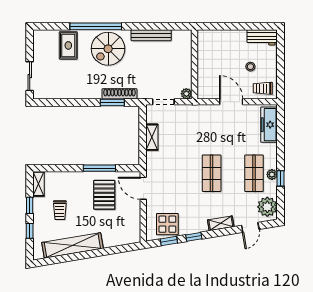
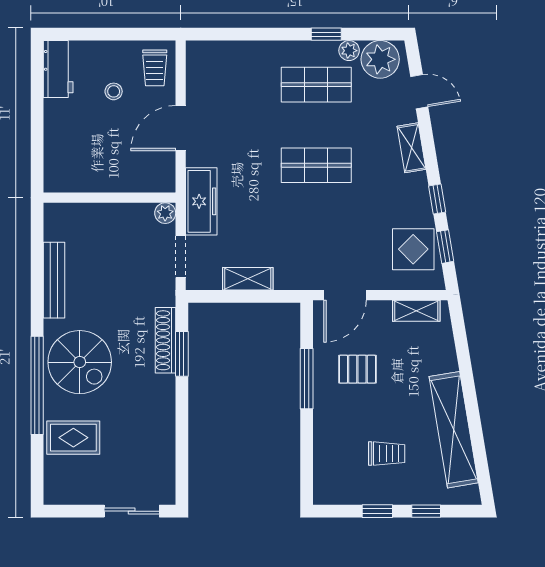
freezer: (269, 125) -> (201, 201), moved, turned -90
plant: (272, 174) -> (349, 51), moved
shelving: (39, 184) -> (416, 311), moved
pallet: (104, 195) -> (357, 369), width x0.67, depth x0.71

